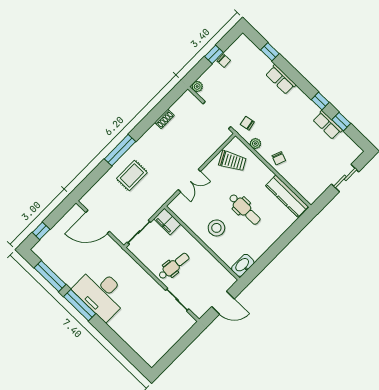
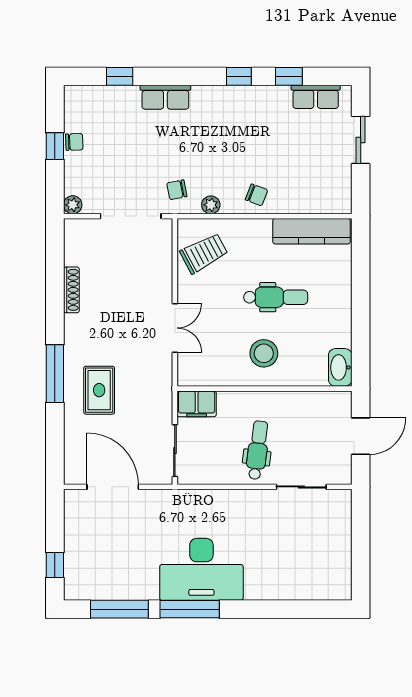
shoe rack: (164, 119) -> (71, 290), width x1.43
row of seats: (327, 125) -> (316, 97), moved
door: (98, 222) -> (113, 487), swing flipped

